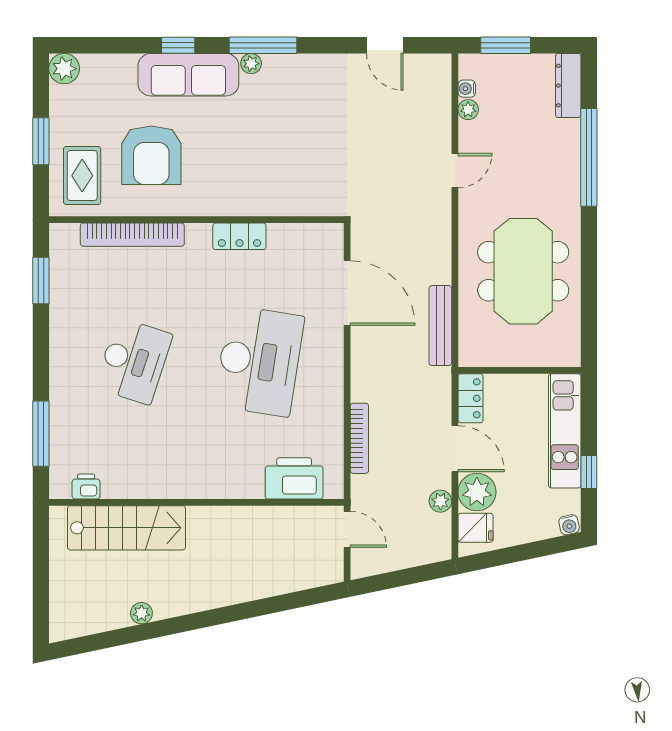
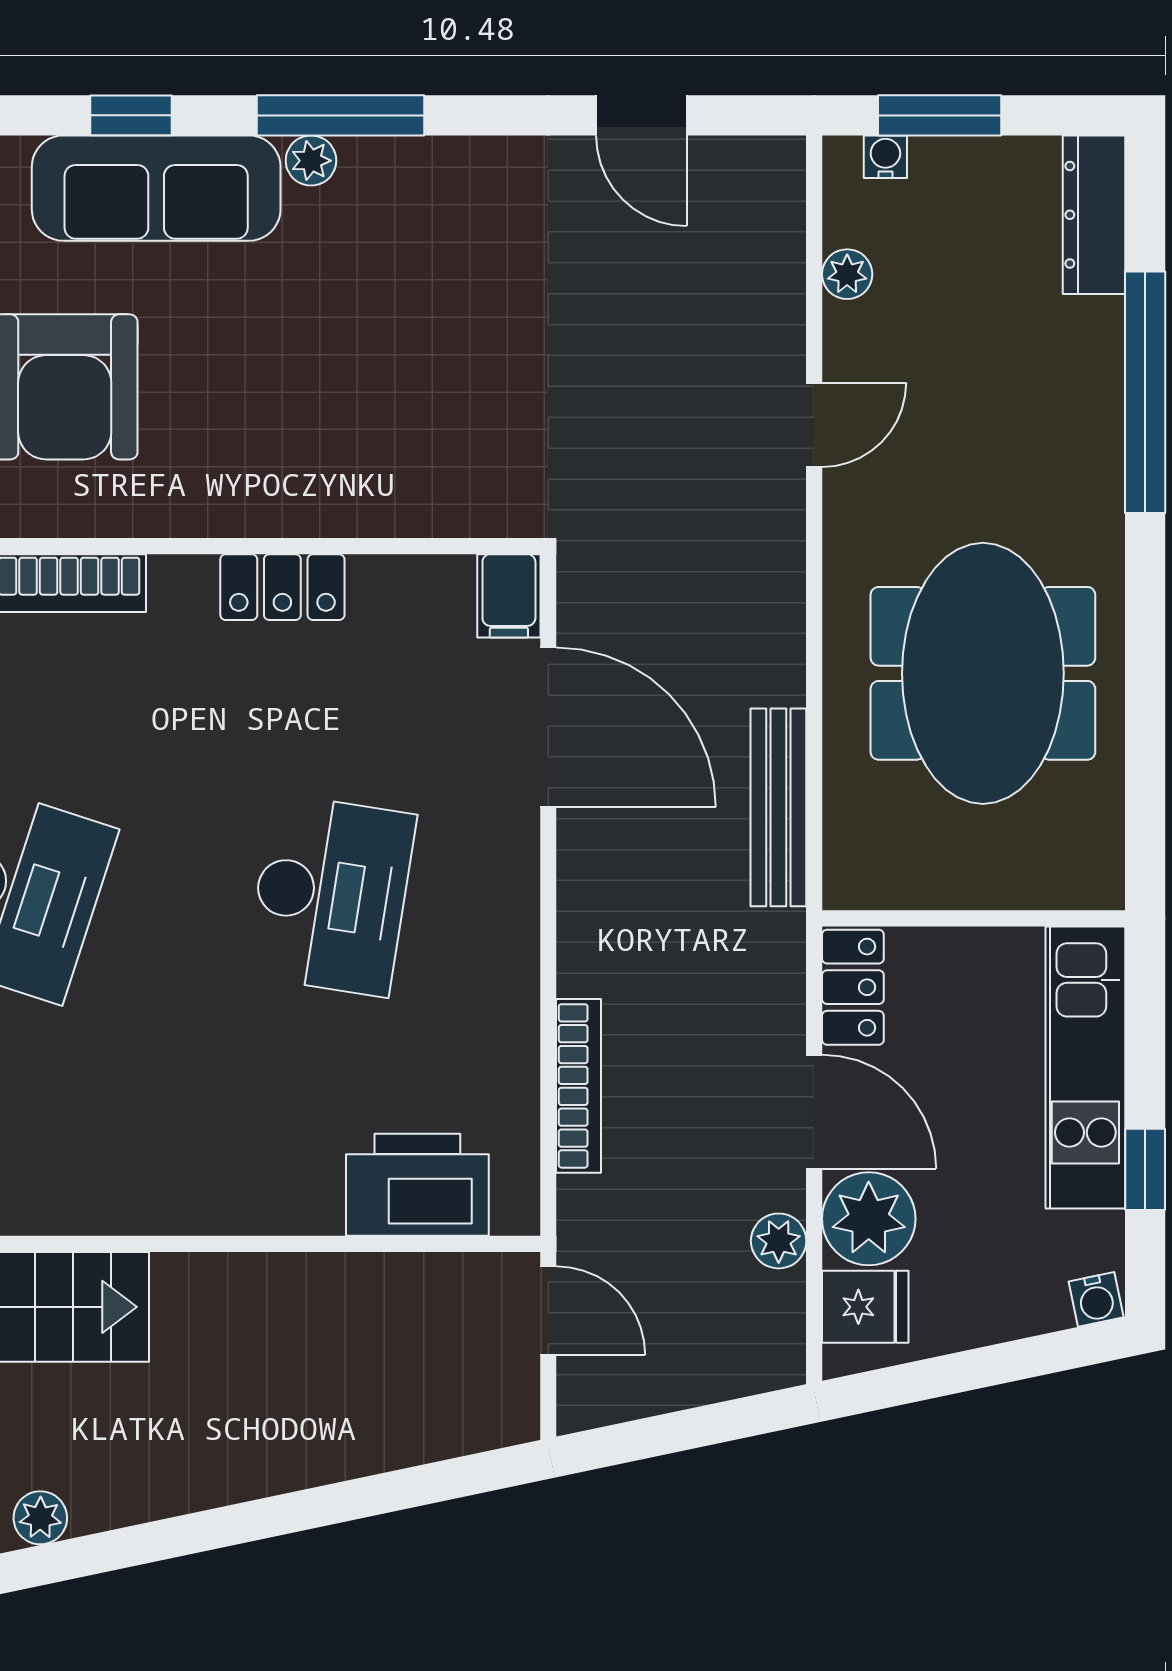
water cooler: (467, 89) -> (885, 157), moved, turned 90
filing cabinet: (331, 240) -> (509, 596), added
desk: (259, 361) -> (331, 895), width x0.73, depth x0.77

